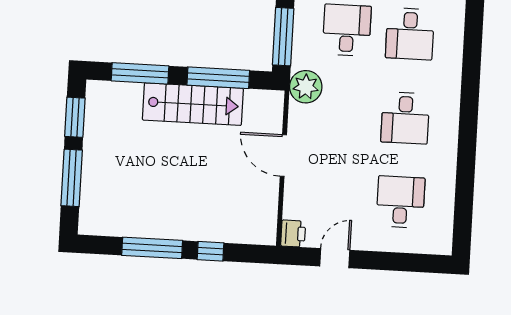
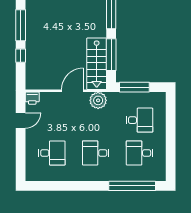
window: (472, 52) -> (132, 186), added
plant: (306, 87) -> (98, 100), moved
stairs: (193, 104) -> (97, 64), moved
door: (335, 258) -> (21, 120), hinge flipped

